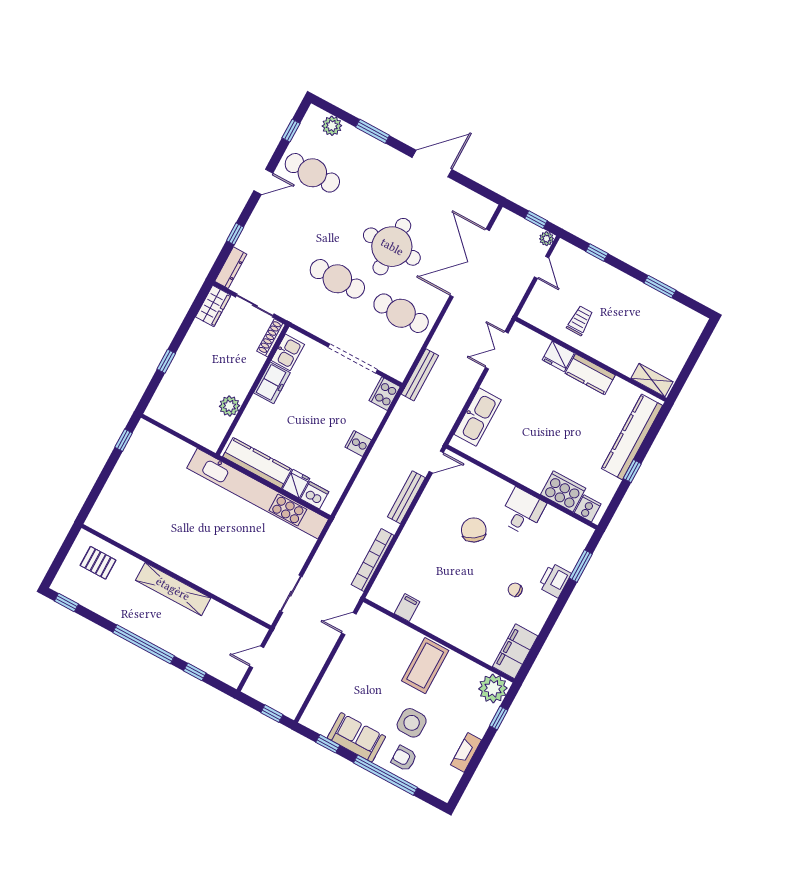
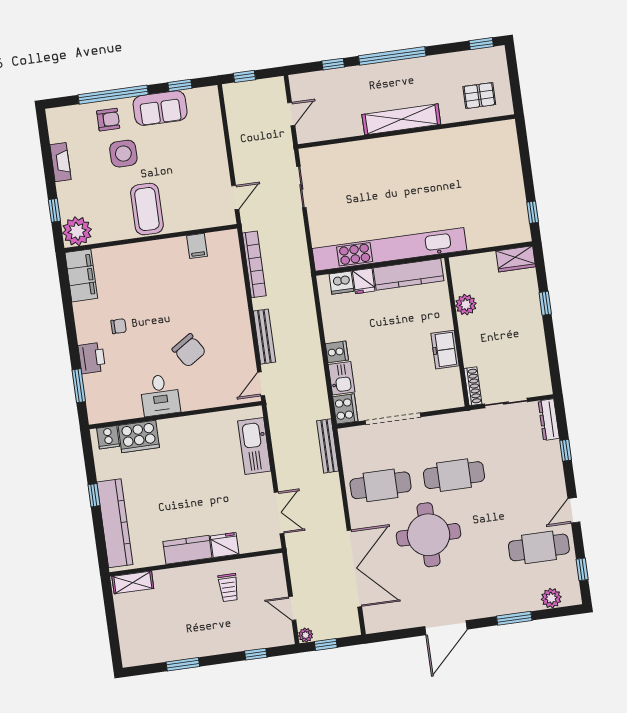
wardrobe: (213, 306) -> (516, 259), moved, turned -90
kitchen sink: (288, 352) -> (342, 378), moved, turned 180

